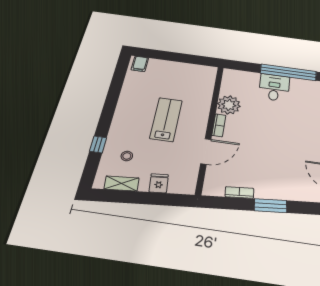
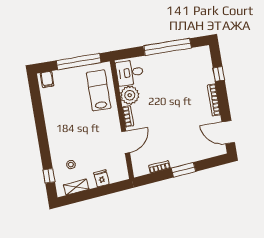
window: (183, 58) -> (79, 62), added
desk: (274, 87) -> (130, 73), moved, turned -90
lab bench: (166, 119) -> (99, 90), moved
window: (98, 144) -> (49, 176), moved

